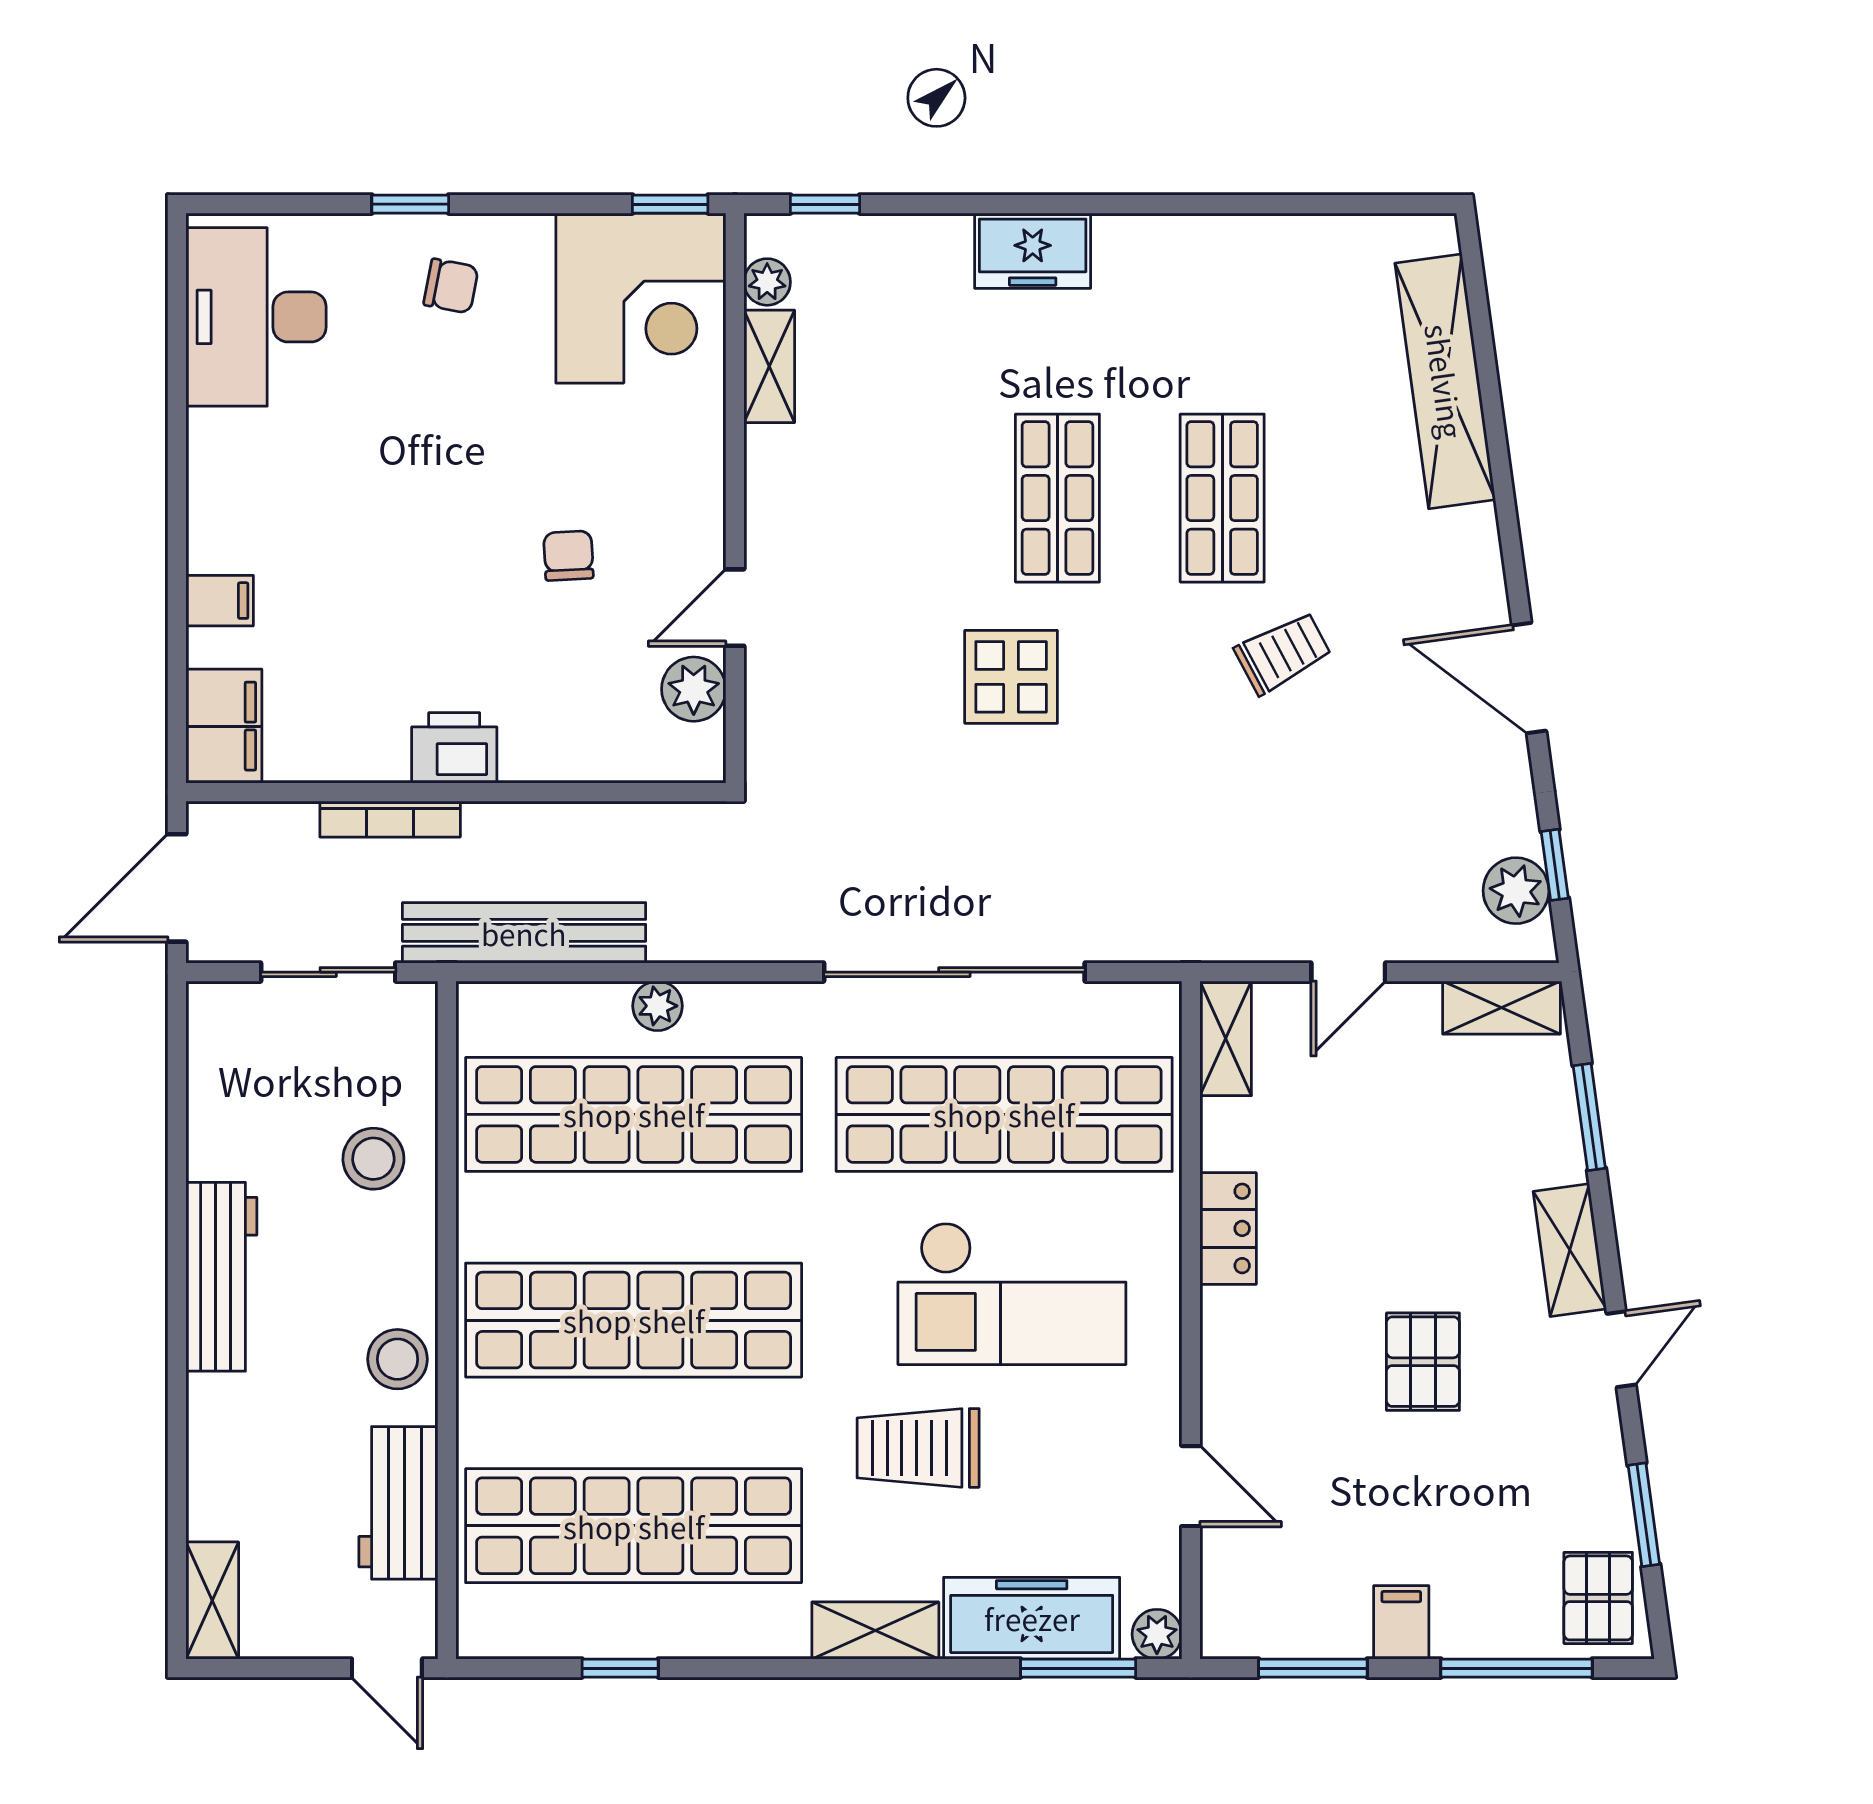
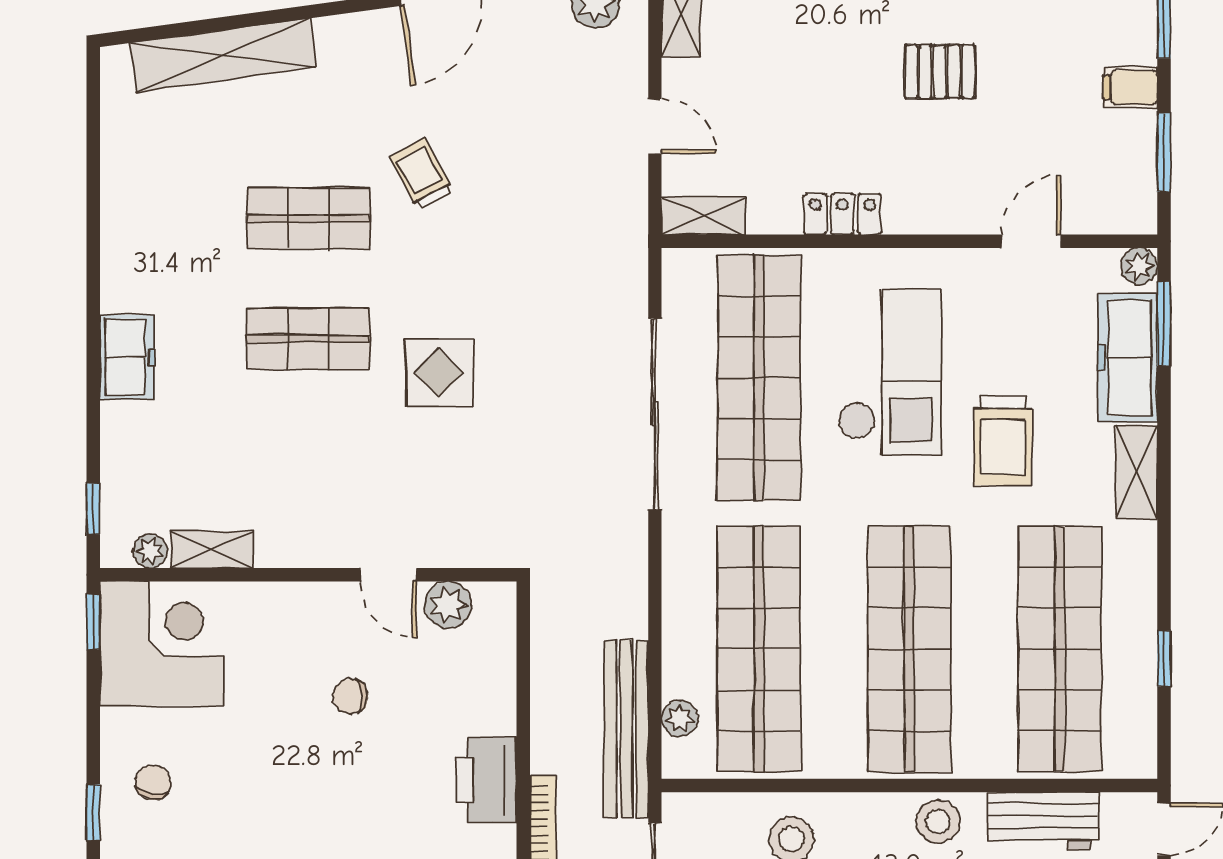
printer: (454, 748) -> (486, 780), width x1.37, depth x1.19
plant: (657, 1006) -> (680, 719), moved

